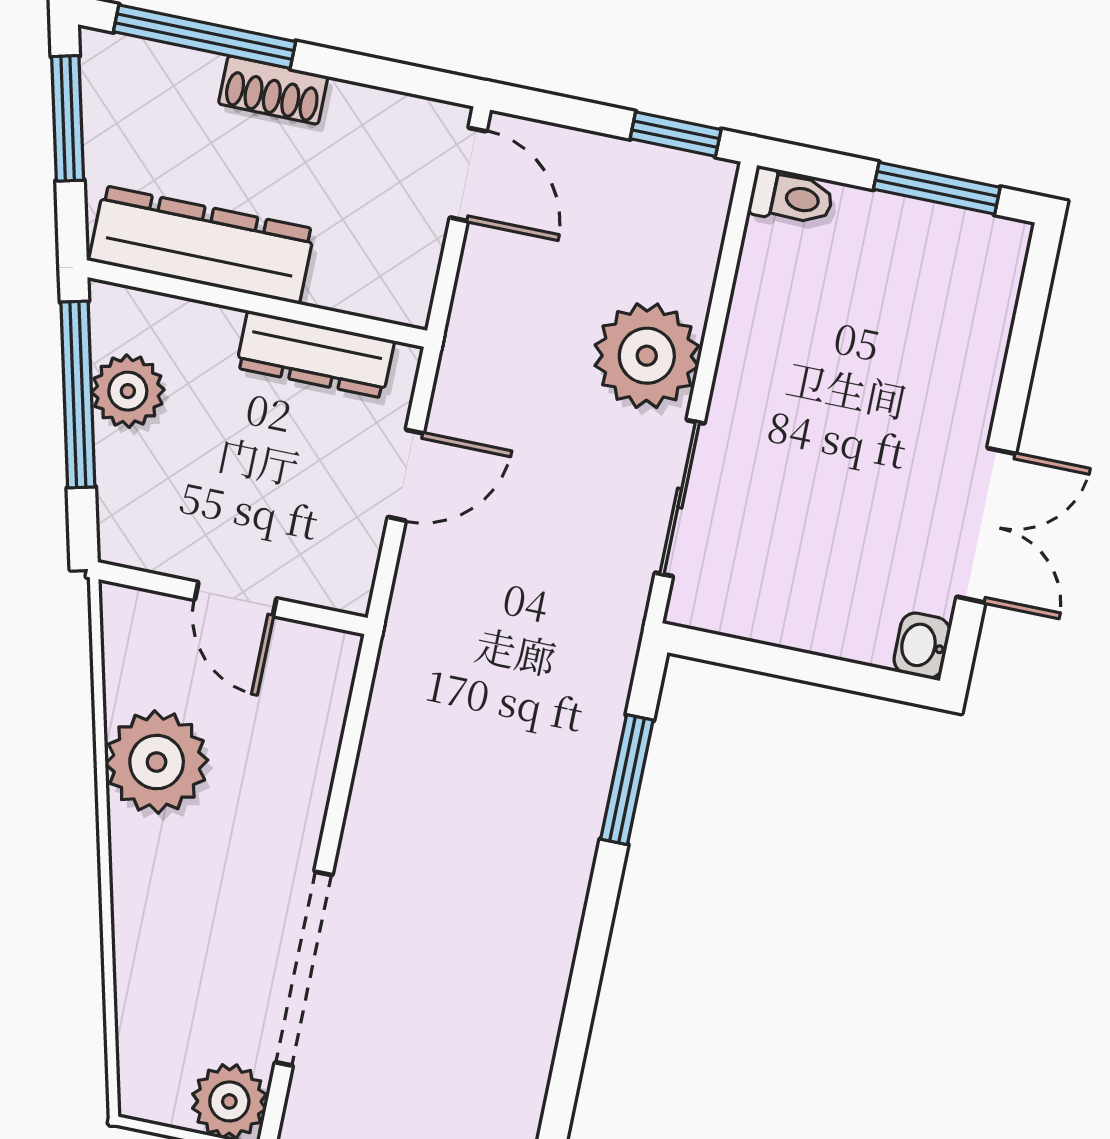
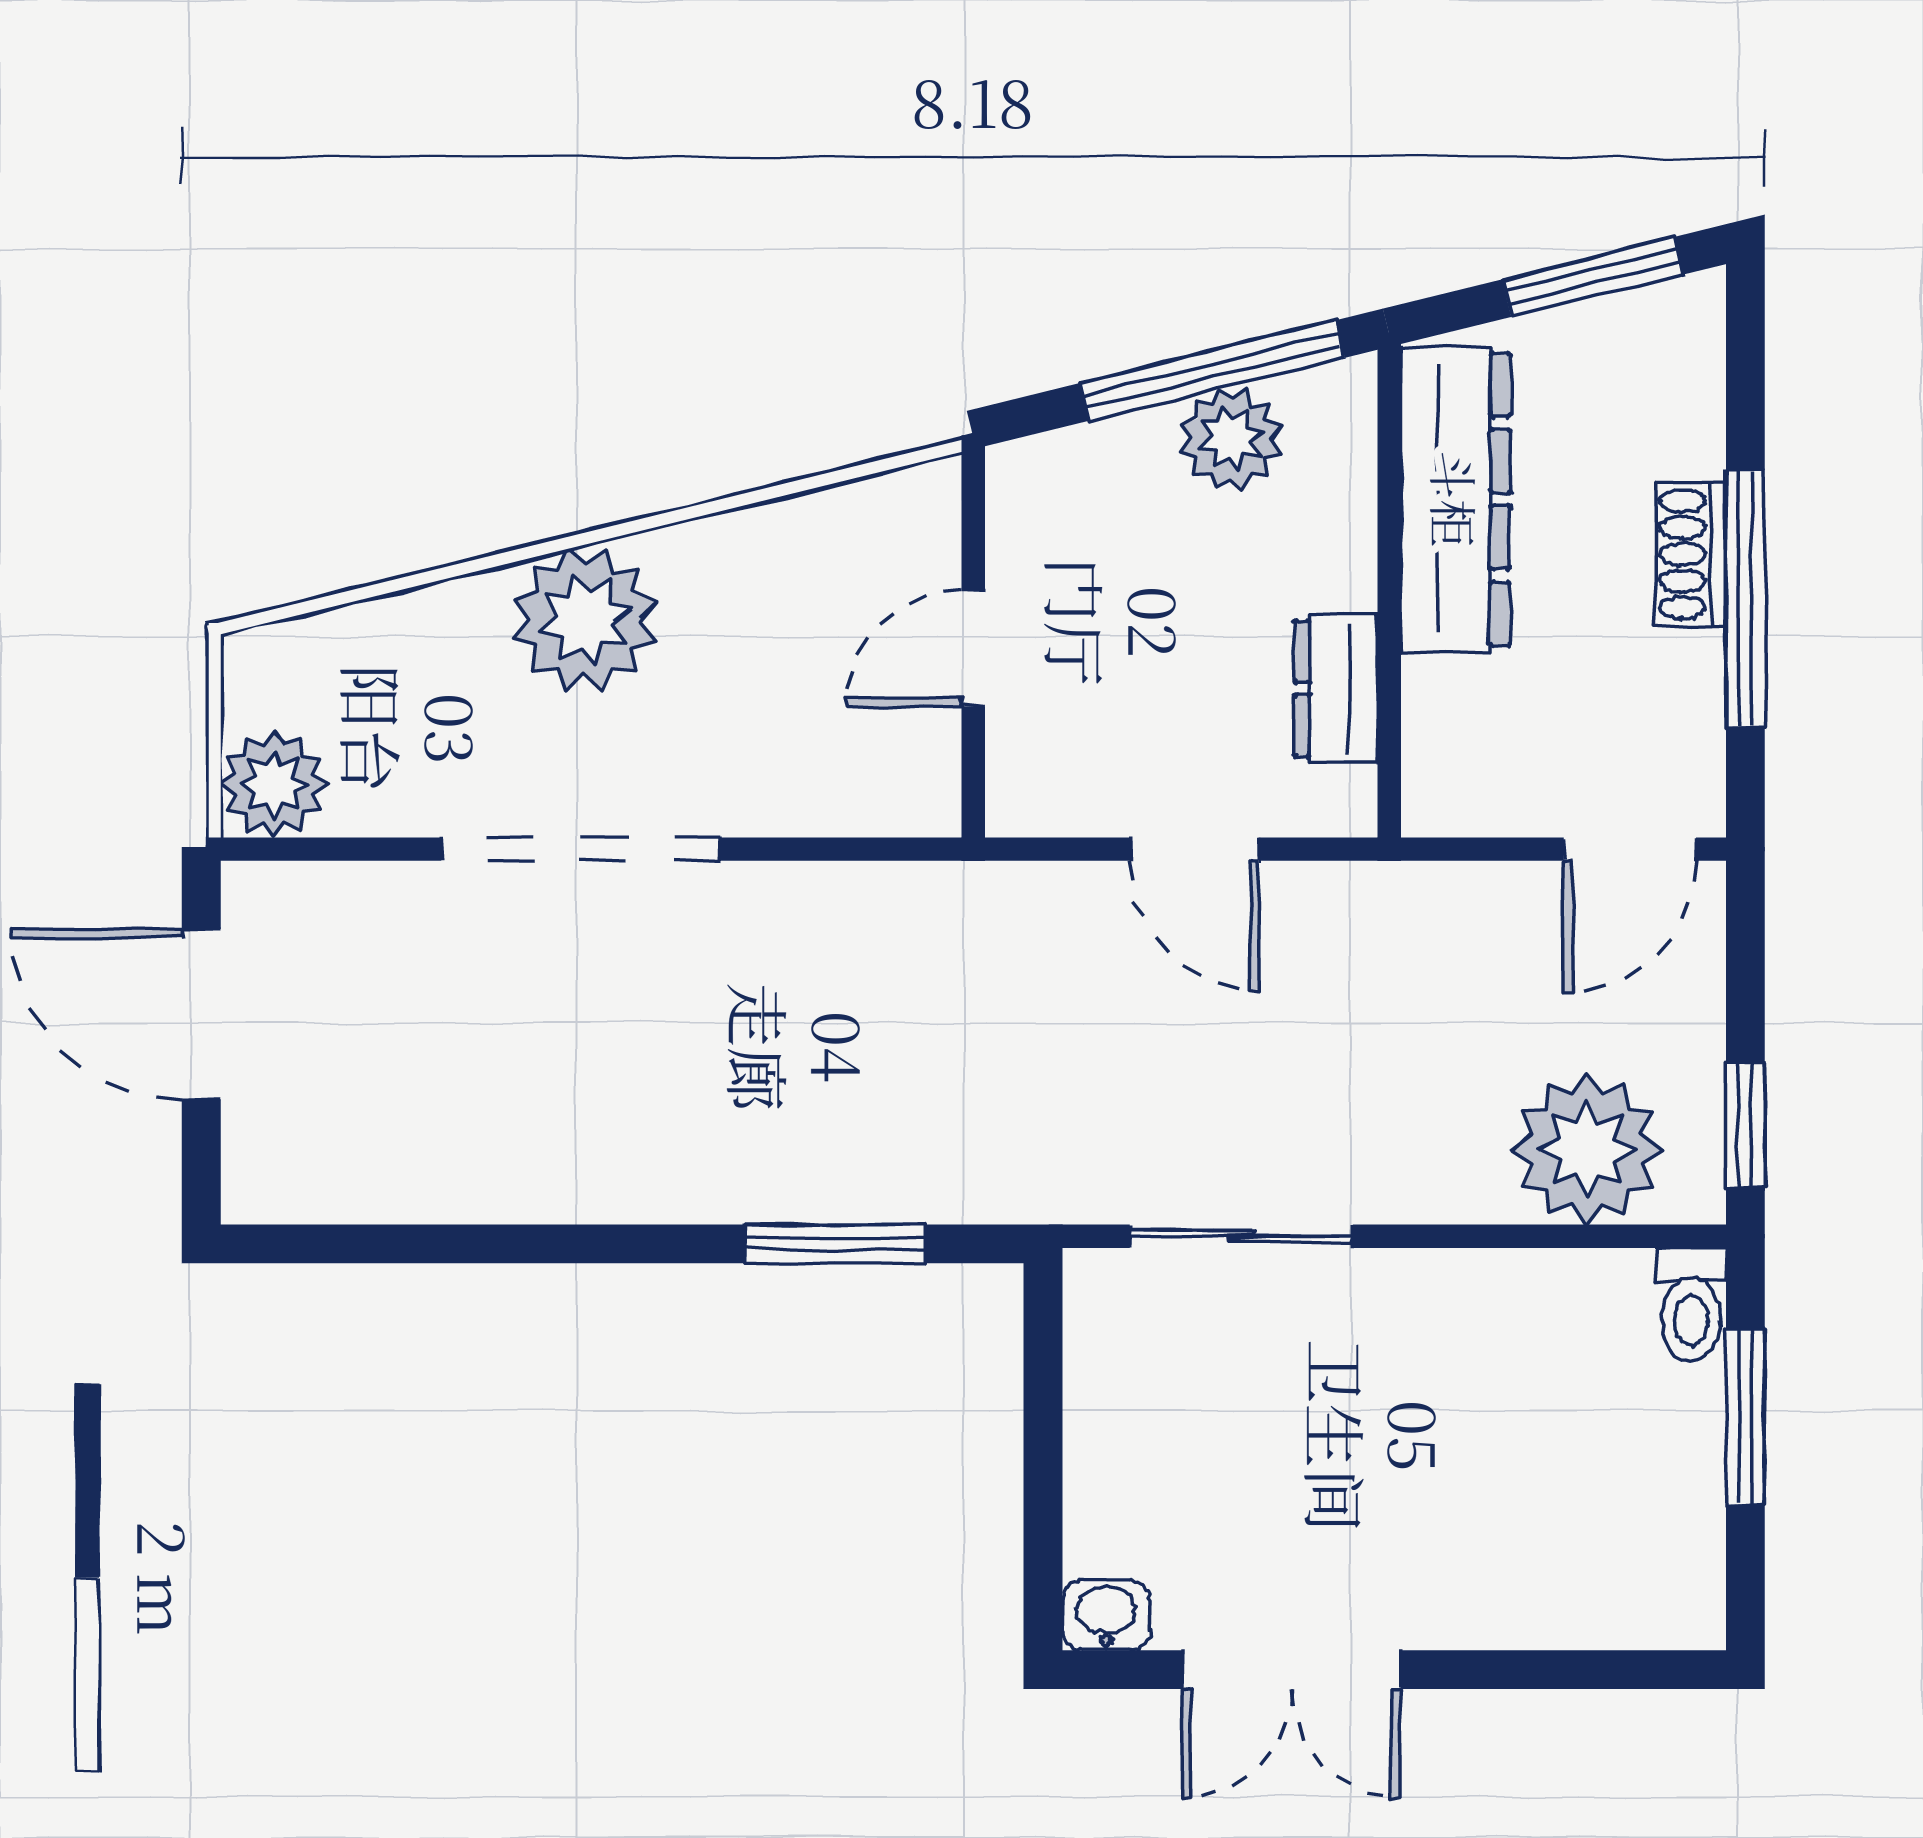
window: (205, 37) -> (1745, 598), moved
window: (937, 188) -> (1745, 1417), moved
dresser: (315, 354) -> (1336, 689), width x0.70
plant: (647, 356) -> (1587, 1149), moved
plant: (157, 762) -> (585, 620), moved
doorway: (304, 969) -> (580, 849), moved

